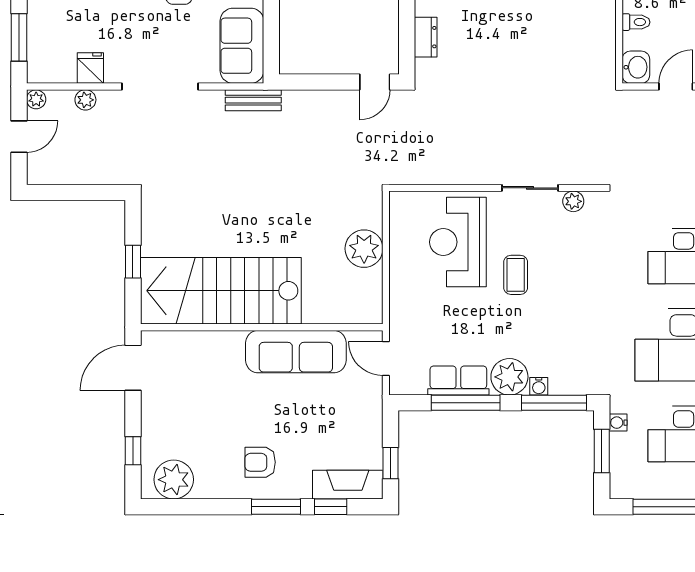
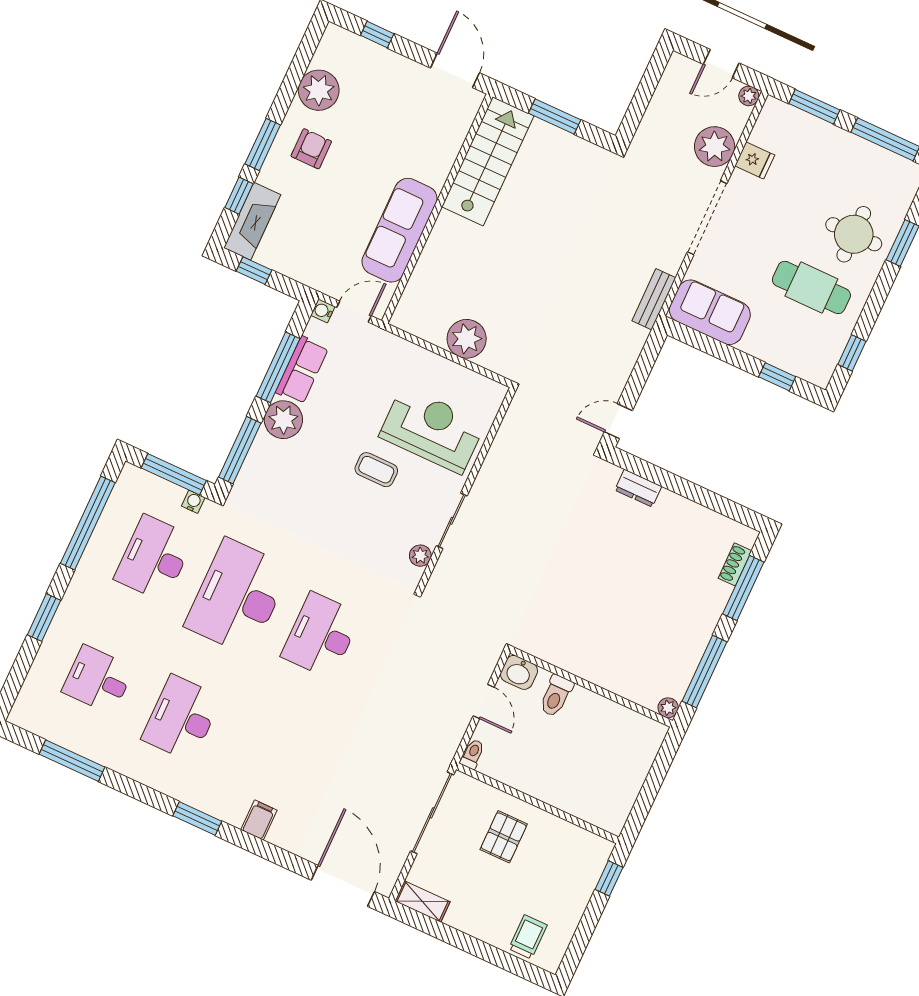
toilet: (636, 22) -> (556, 696), width x1.37, depth x1.39
door: (375, 82) -> (618, 421), hinge flipped
plant: (85, 100) -> (715, 147), width x1.87, depth x1.87
door: (19, 137) -> (721, 64), hinge flipped
window: (133, 262) -> (555, 116), width x1.50
stairs: (221, 291) -> (488, 161), width x0.73, depth x0.66
water cooler: (539, 386) -> (323, 311), moved
window: (602, 451) -> (174, 474), width x1.44
plant: (174, 480) -> (319, 90), moved

